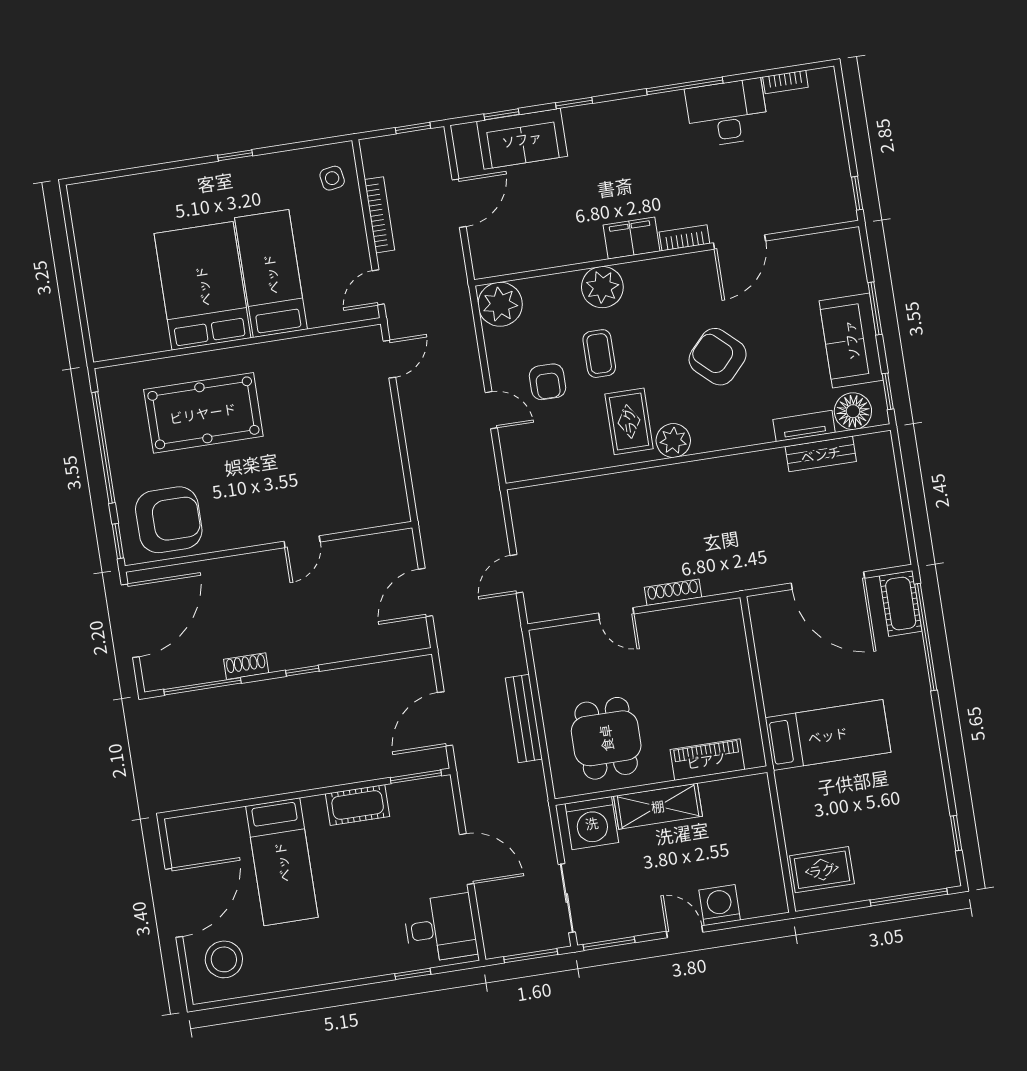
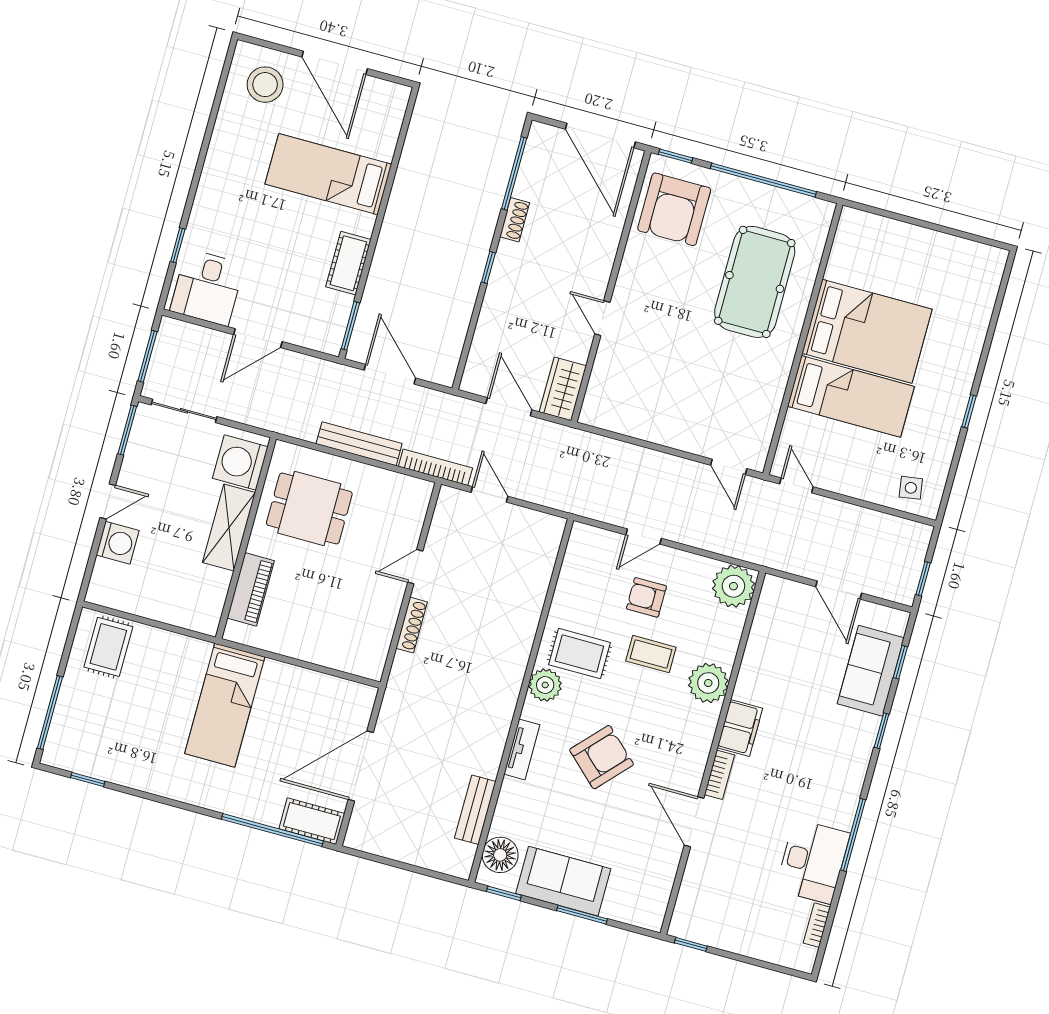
bookcase: (380, 215) -> (435, 467), moved, turned 180
tv unit: (804, 426) -> (522, 749), moved
wardrobe: (386, 549) -> (563, 389), added

